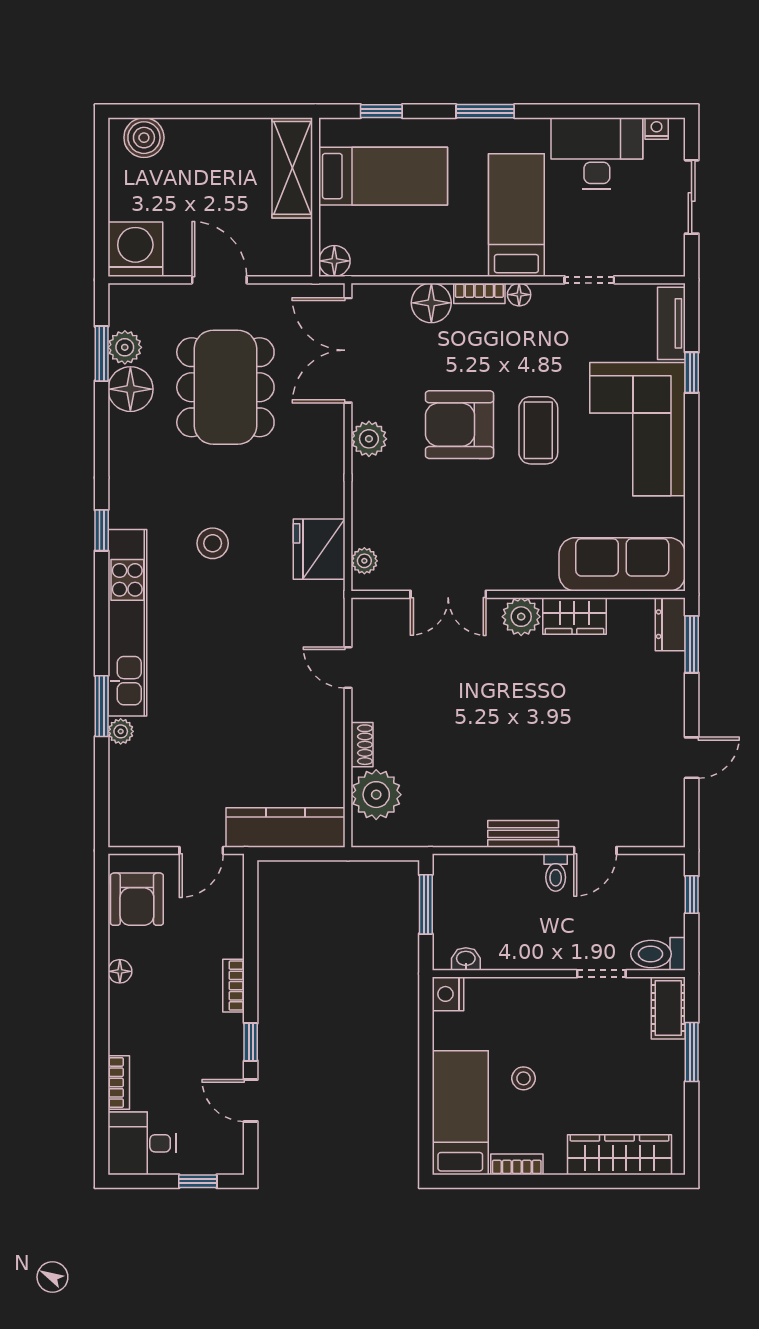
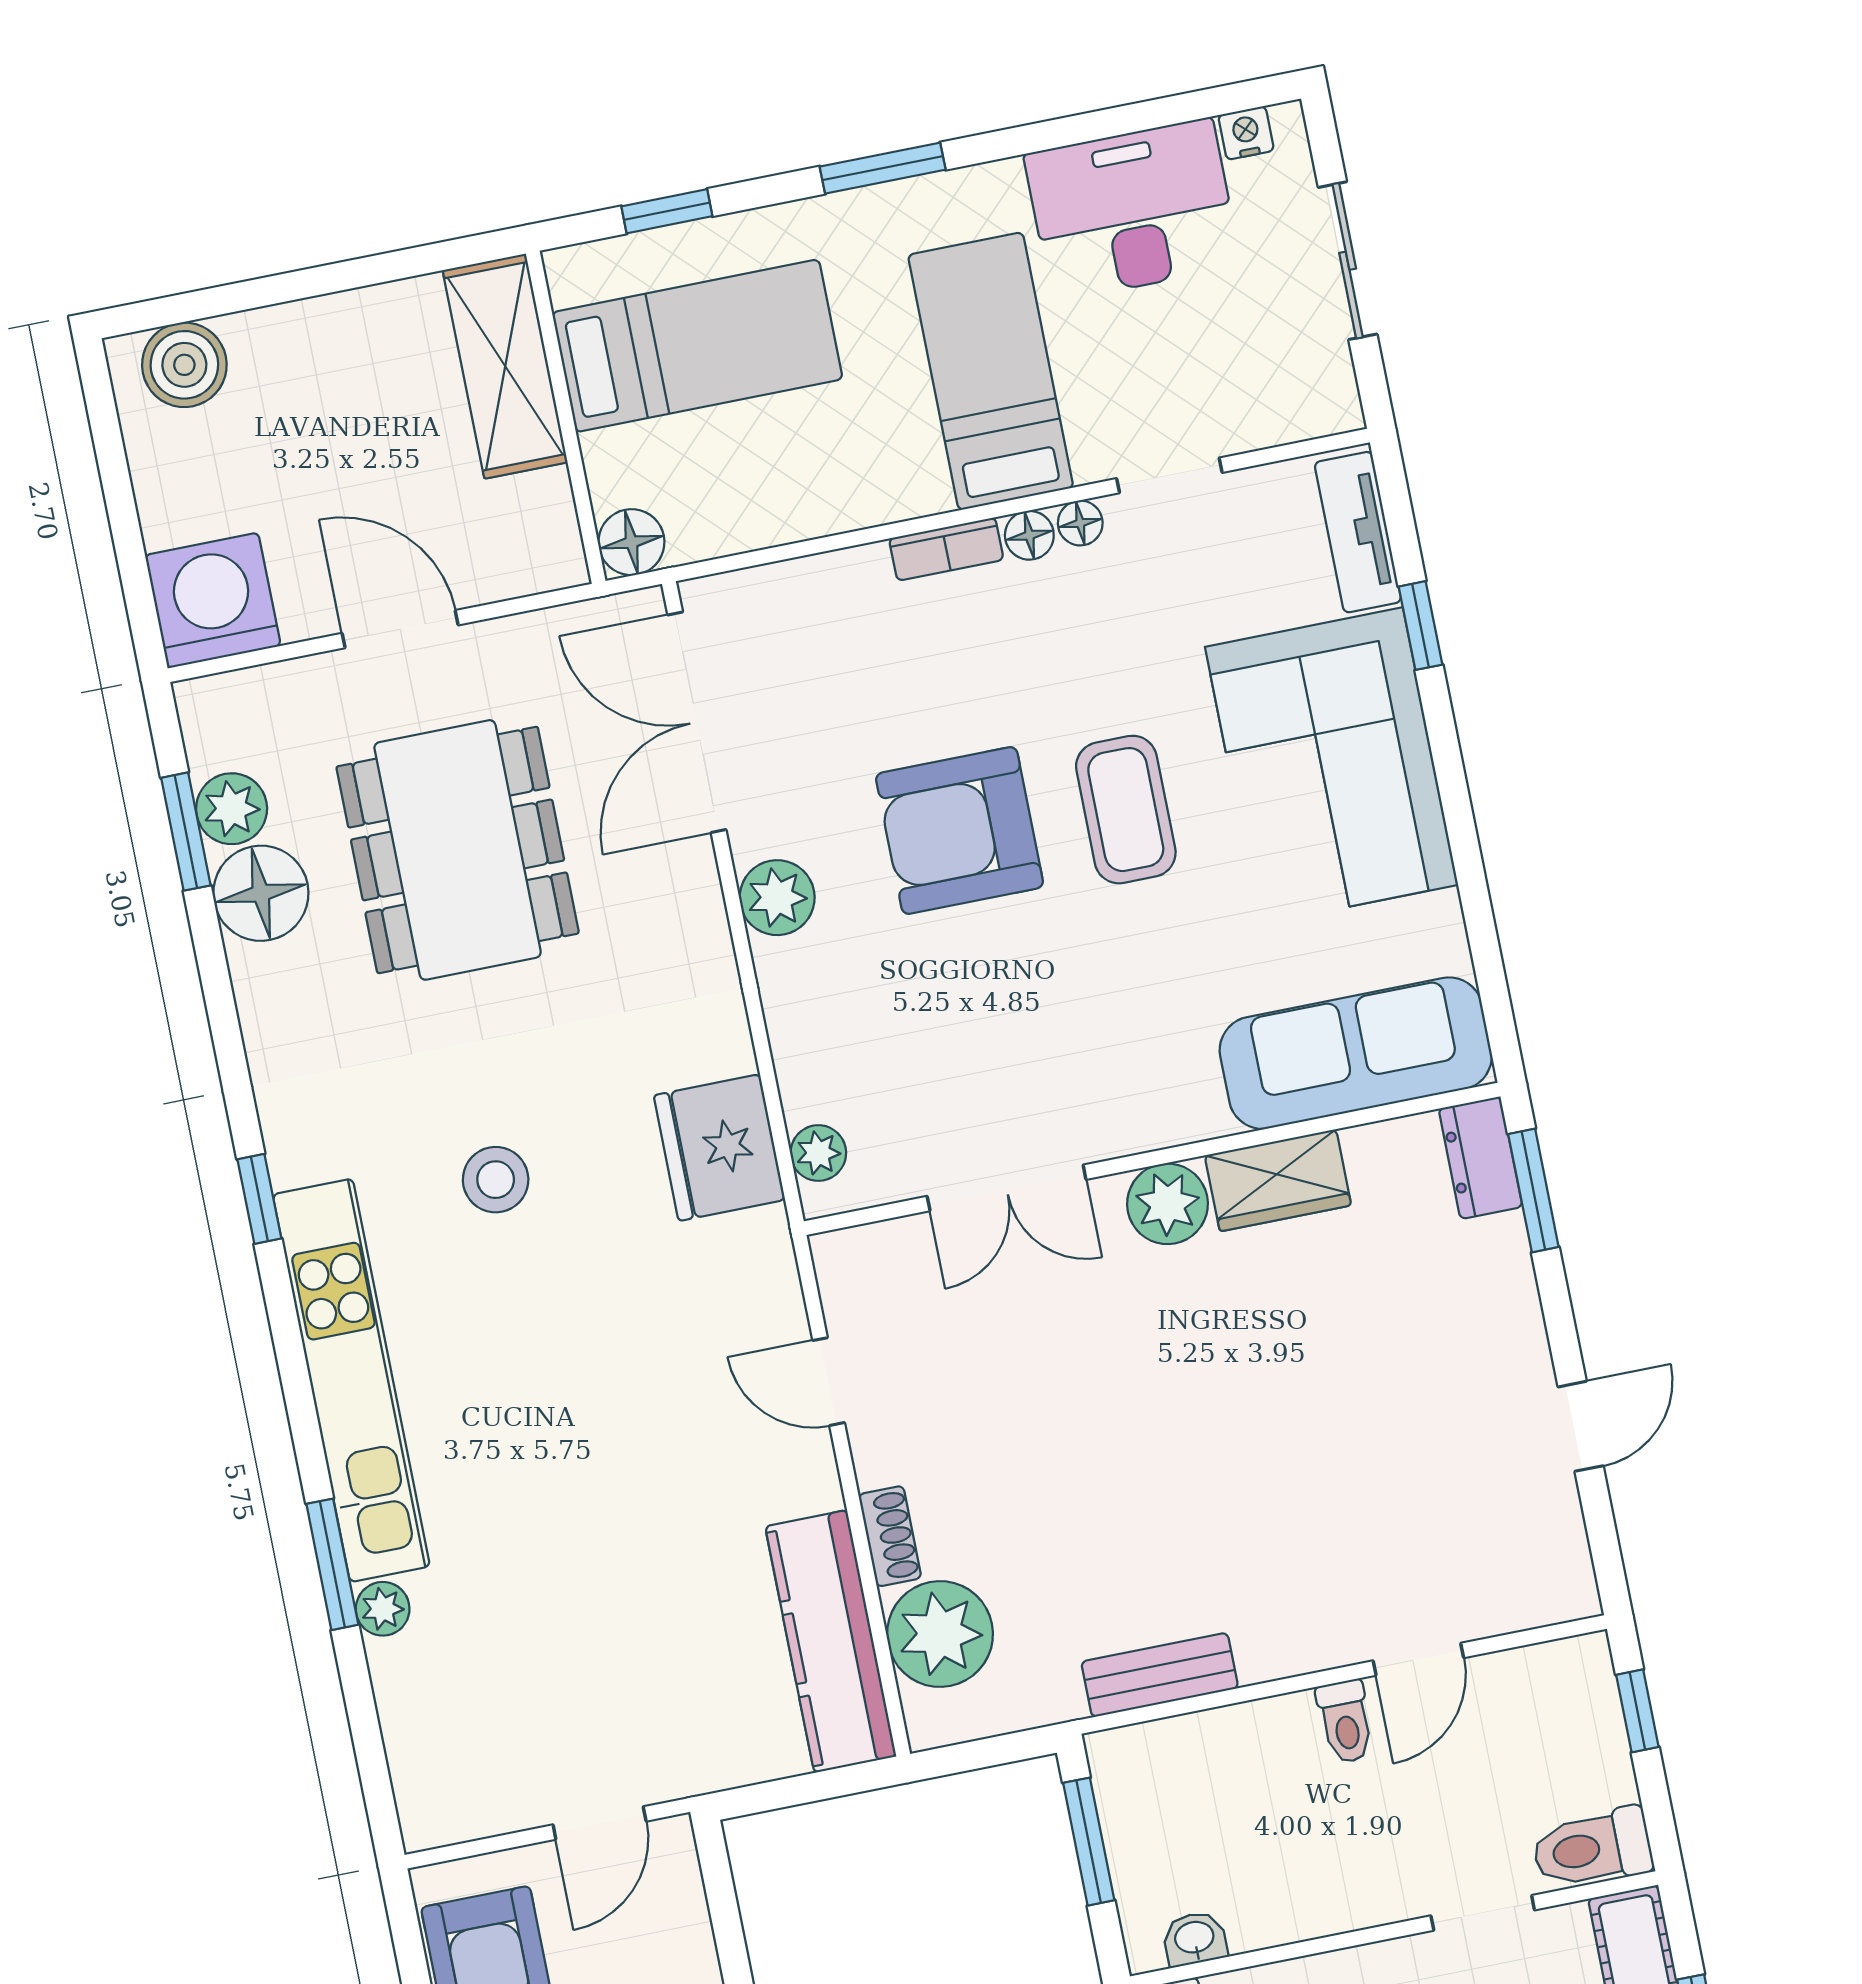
floor lamp: (431, 303) -> (1080, 523), moved, width x0.53, depth x0.53
kitchen counter: (285, 827) -> (831, 1641), moved, turned -90
bench: (523, 834) -> (1160, 1675), moved

